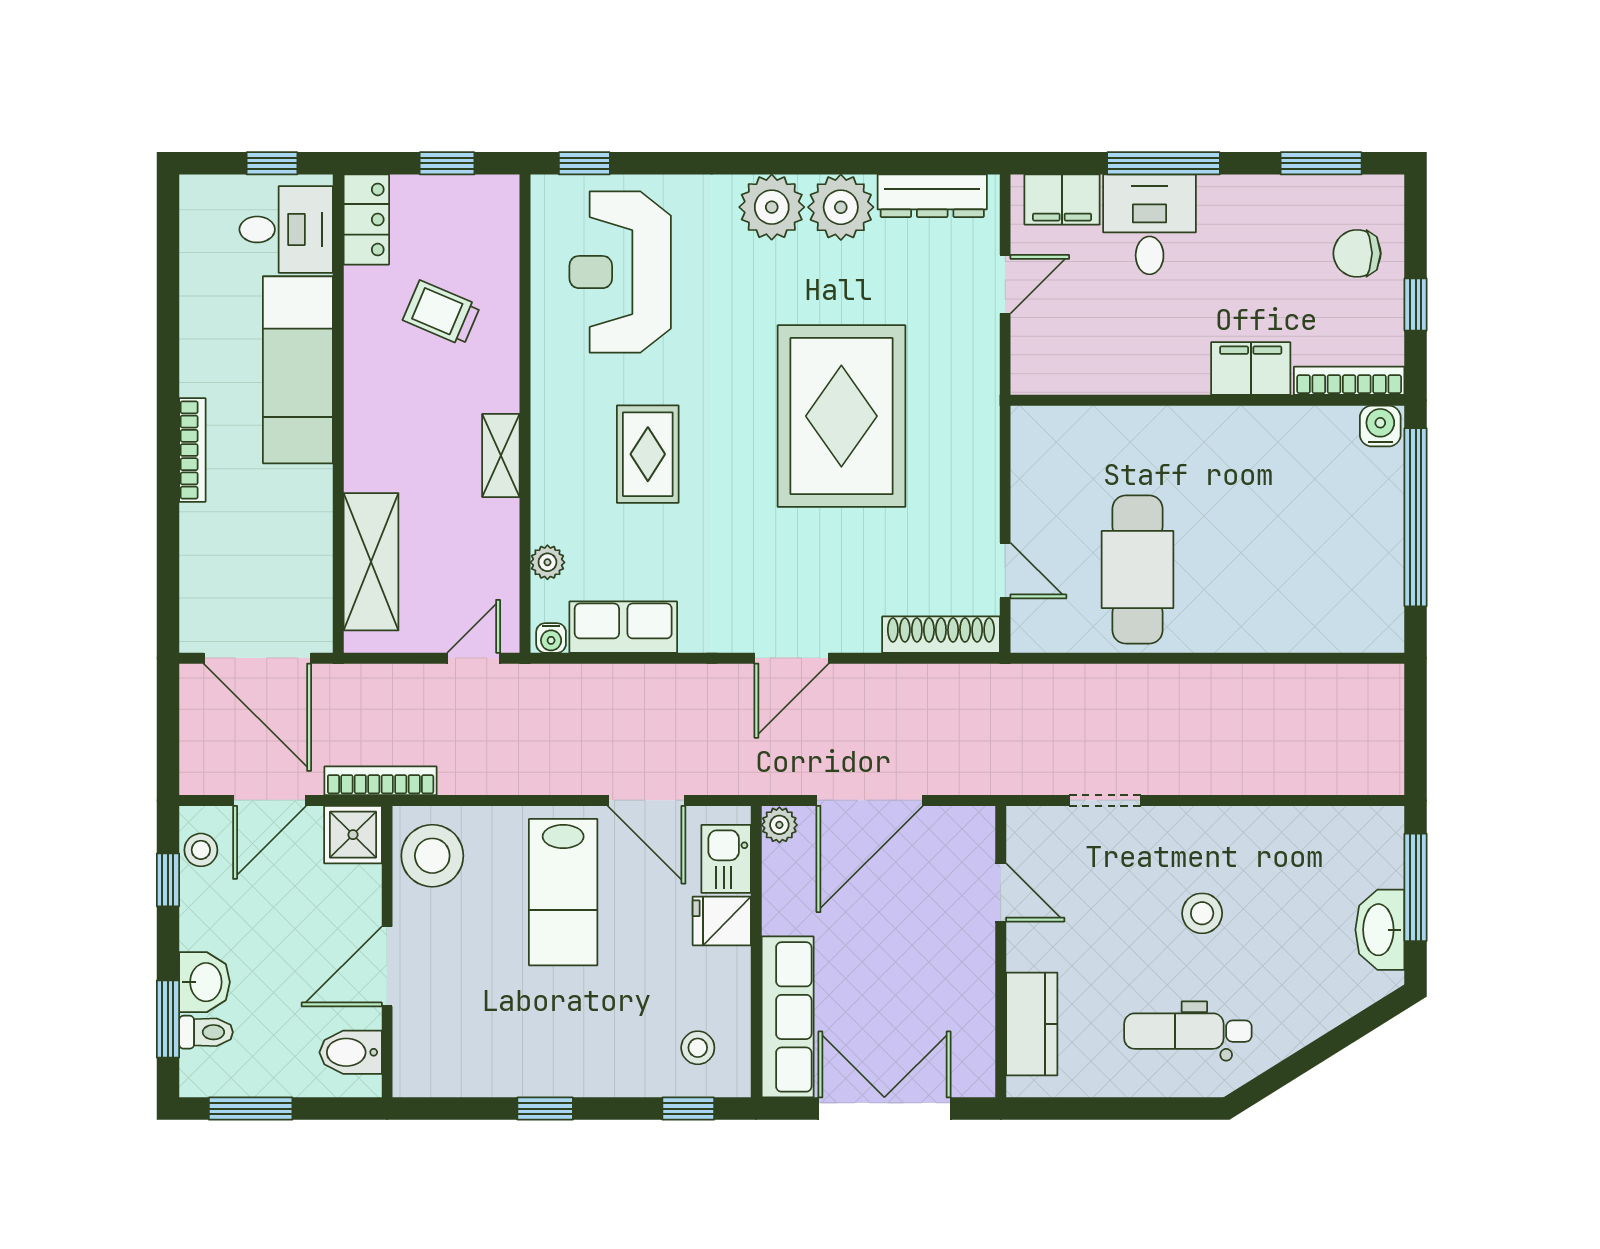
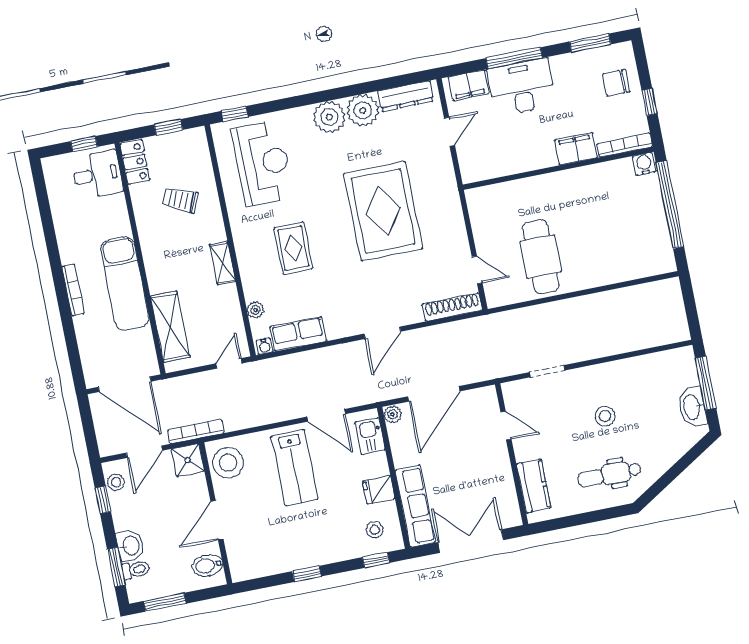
desk: (1150, 224) -> (522, 87), width x1.37
reception desk: (620, 272) -> (262, 163), turned 180
exam couch: (298, 370) -> (125, 283), moved
fridge: (722, 921) -> (379, 490), moved

